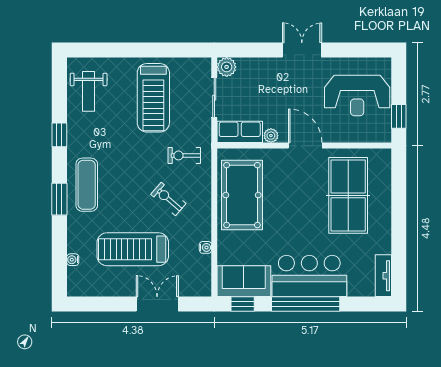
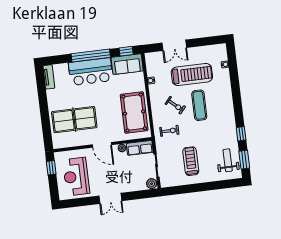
reception desk: (357, 96) -> (76, 177), turned -90
treadmill: (153, 98) -> (191, 161), width x0.73, depth x0.73
exercise mat: (87, 185) -> (199, 105), moved
table tennis table: (348, 195) -> (74, 120), turned 90
window: (59, 199) -> (244, 160), moved

